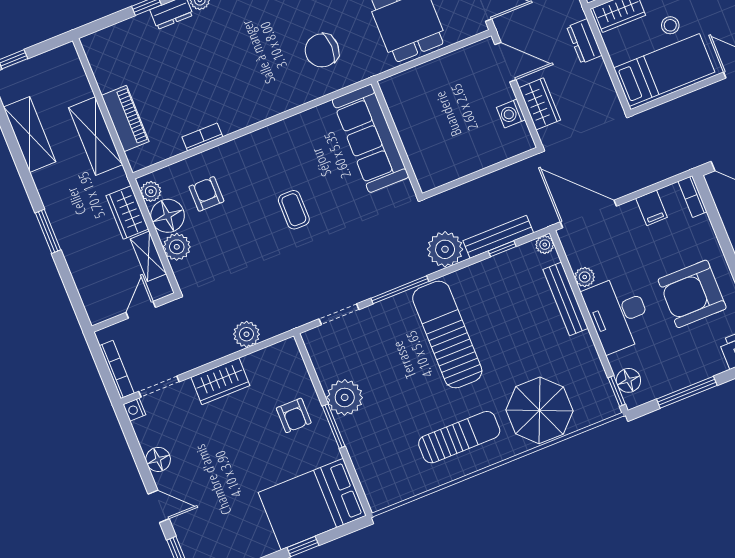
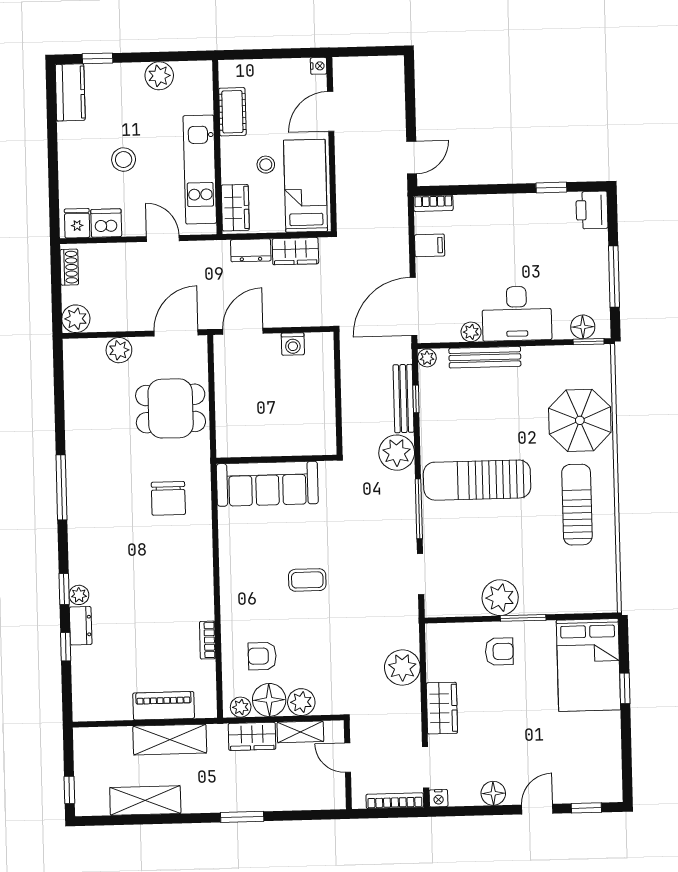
wardrobe: (540, 104) -> (295, 251), moved, turned 180
armchair: (692, 294) -> (524, 237), removed
plant: (246, 334) -> (402, 668), width x1.36, depth x1.36

